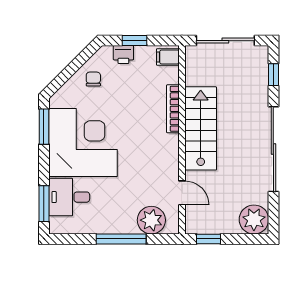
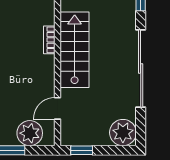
bookcase: (173, 109) -> (49, 40), width x0.64
door: (182, 193) -> (58, 108), swing flipped

